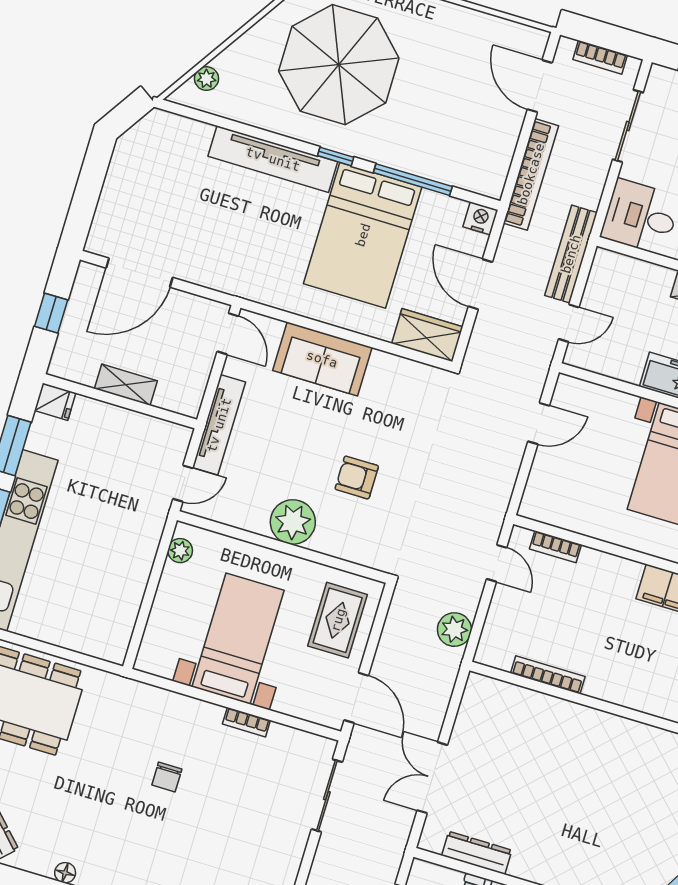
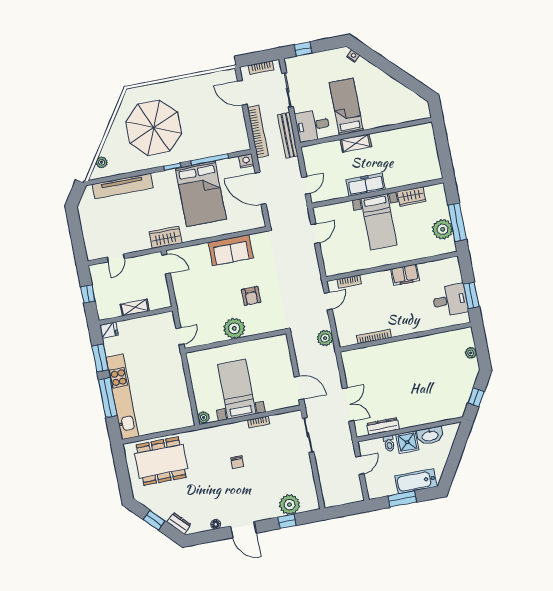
tv unit: (273, 159) -> (123, 186), moved
bench: (571, 254) -> (288, 135), moved
door: (139, 273) -> (116, 258), width x0.53
door: (480, 284) -> (261, 188), width x1.36
wardrobe: (427, 335) -> (166, 237), moved
sofa: (322, 359) -> (231, 250), moved
tv unit: (219, 425) -> (182, 304), removed
armchair: (357, 477) -> (251, 296), turned -90
plant: (180, 551) -> (204, 417), moved
door: (497, 563) -> (328, 301), hinge flipped
rug: (338, 620) -> (274, 360), removed
double door: (432, 778) -> (348, 405), swing flipped

